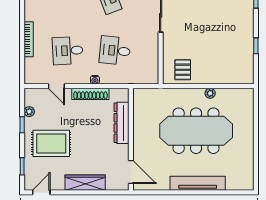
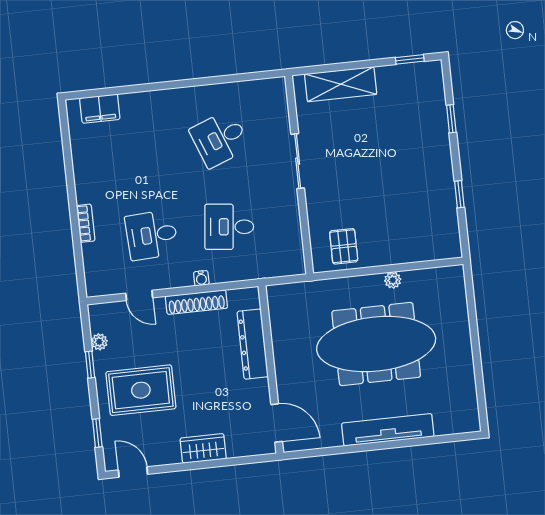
bookcase: (29, 39) -> (86, 223), width x0.64
wardrobe: (85, 183) -> (203, 448), width x0.67
door: (41, 192) -> (133, 472), hinge flipped

